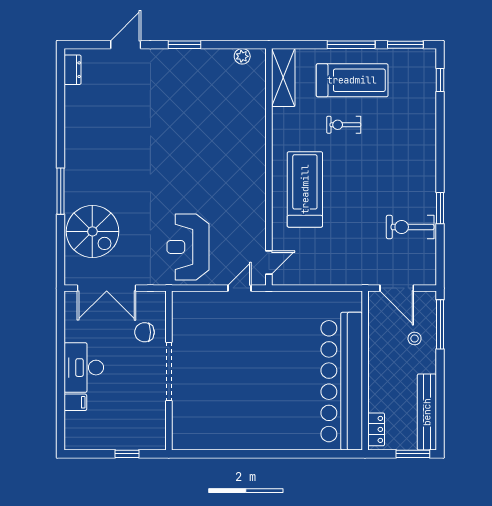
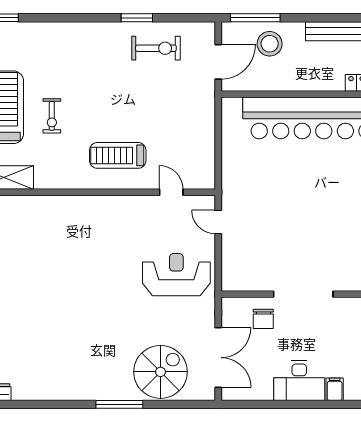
treadmill: (305, 189) -> (118, 155), width x0.73, depth x0.73
exercise bike: (410, 227) -> (156, 48), turned -90
reception desk: (188, 247) -> (176, 275), turned 180
door: (269, 262) -> (171, 192), moved
stool: (415, 339) -> (270, 44), width x1.89, depth x1.89

